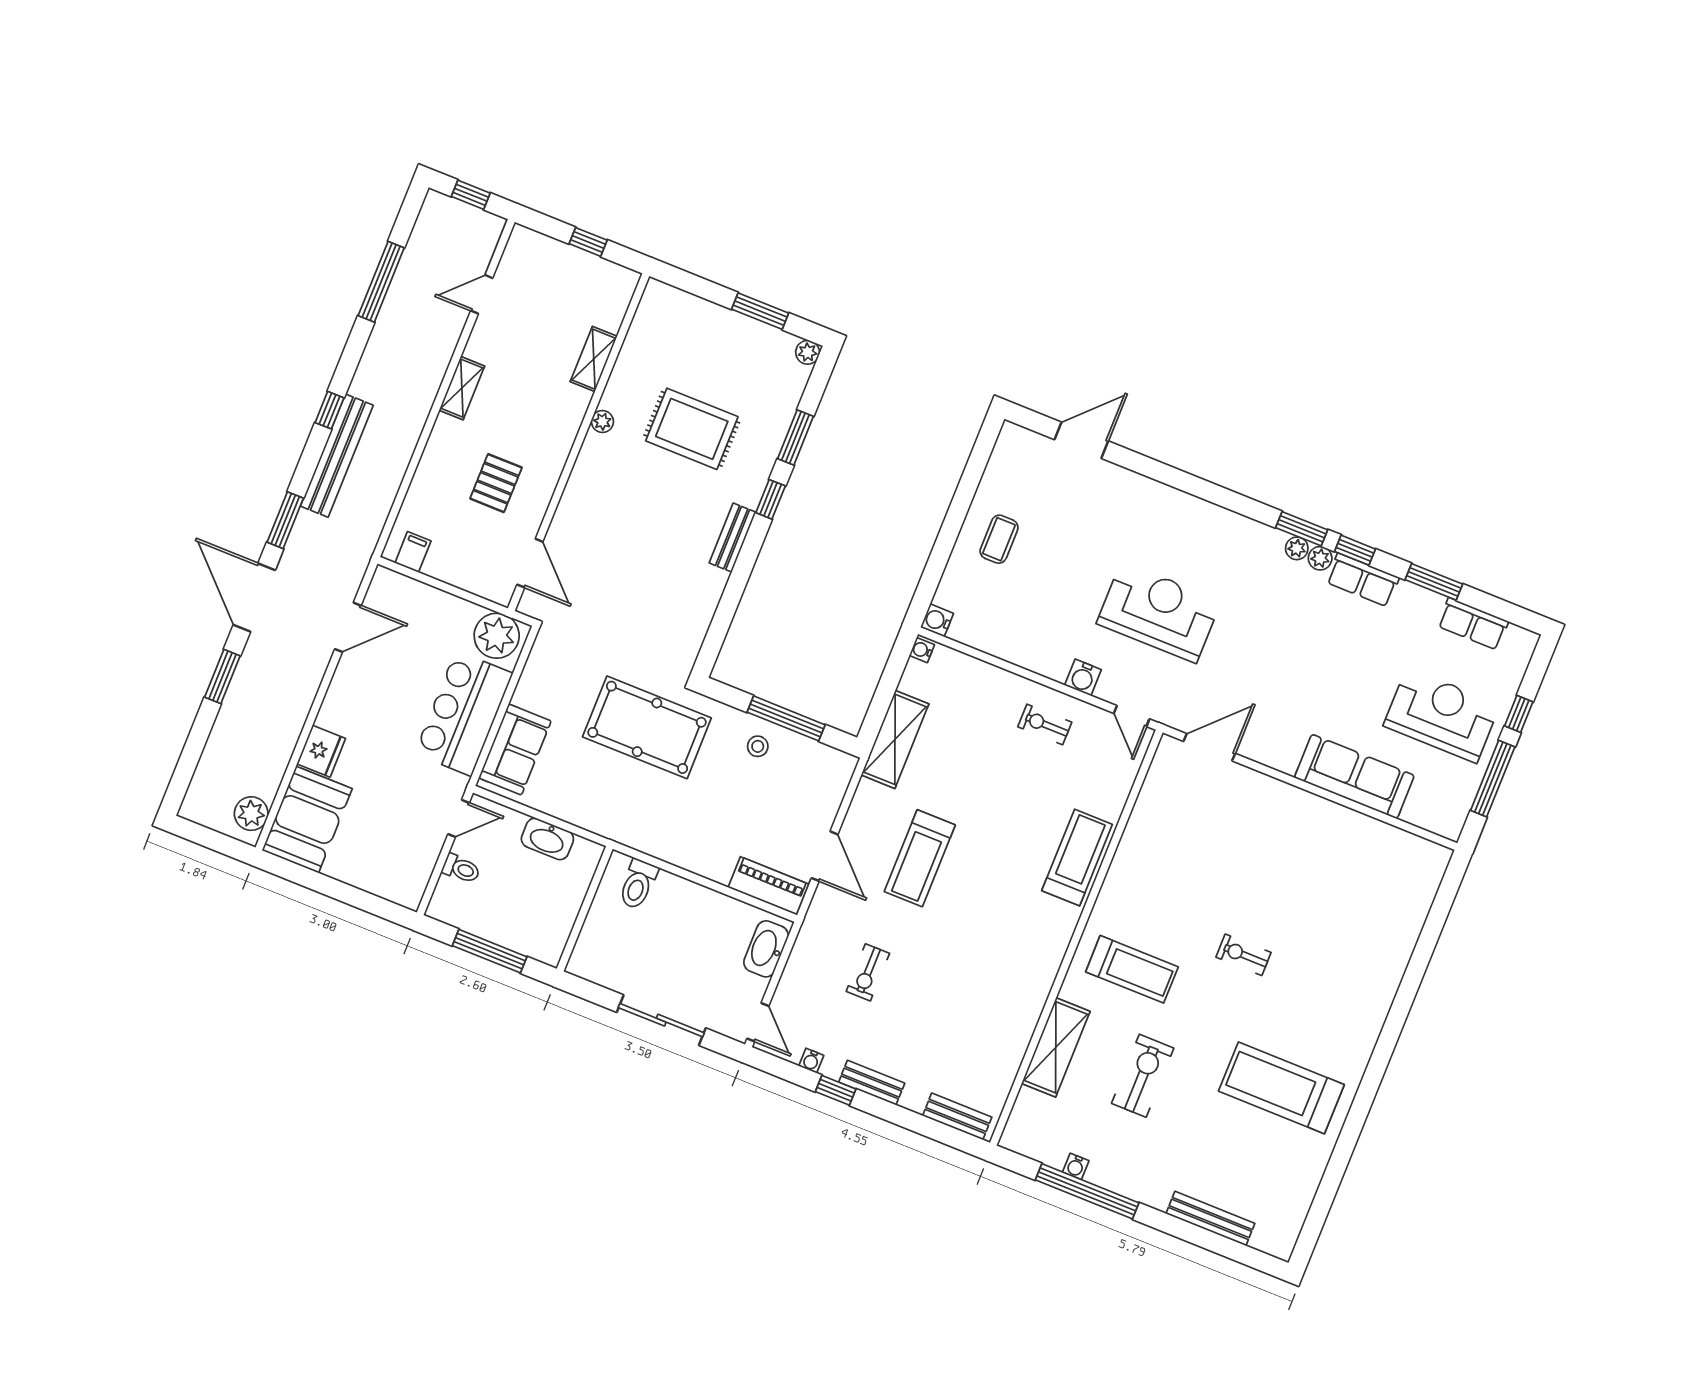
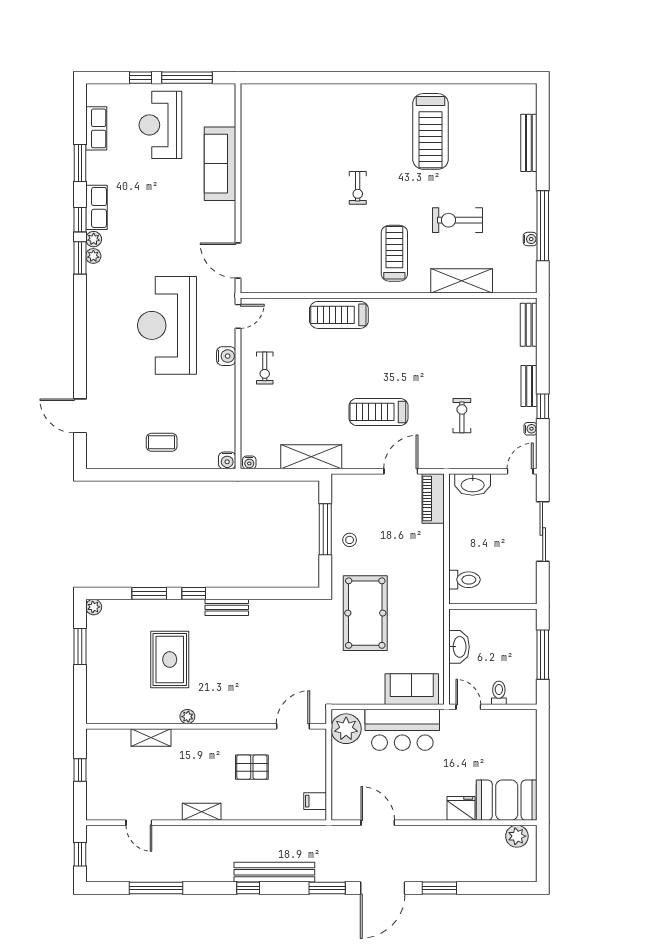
reception desk: (1159, 612) -> (167, 325), width x1.36, depth x1.30
treadmill: (920, 858) -> (378, 412), turned 180
exercise bike: (868, 972) -> (462, 416), turned -90

